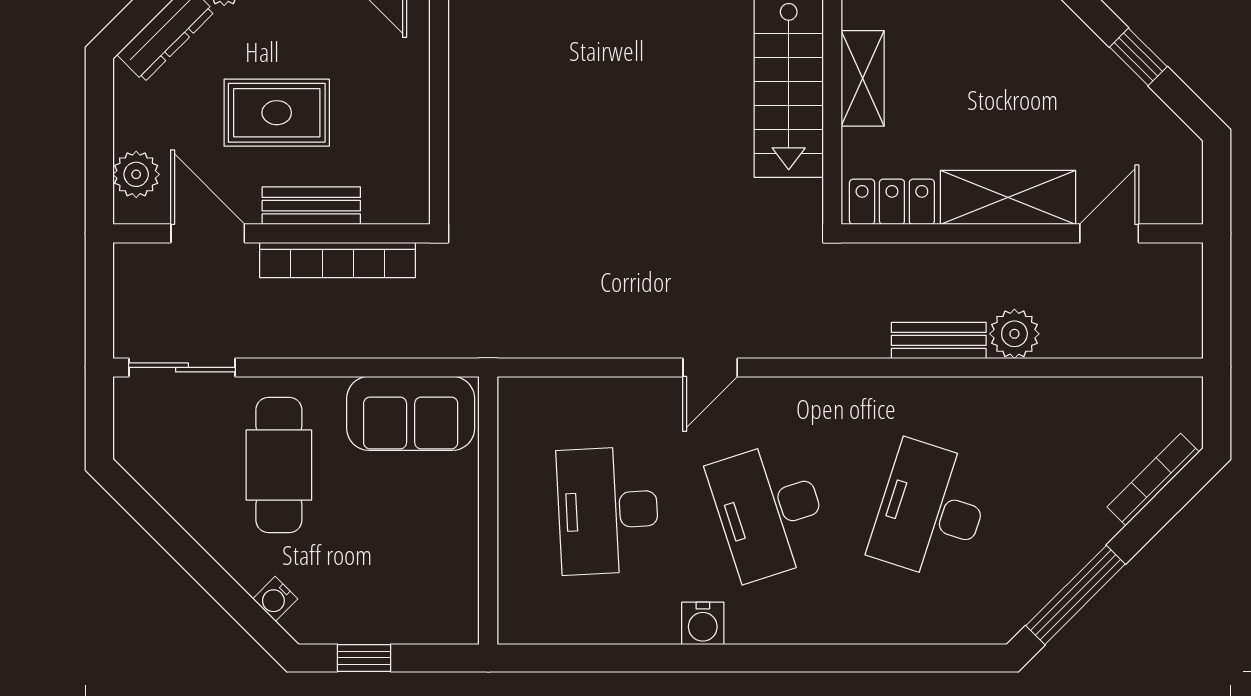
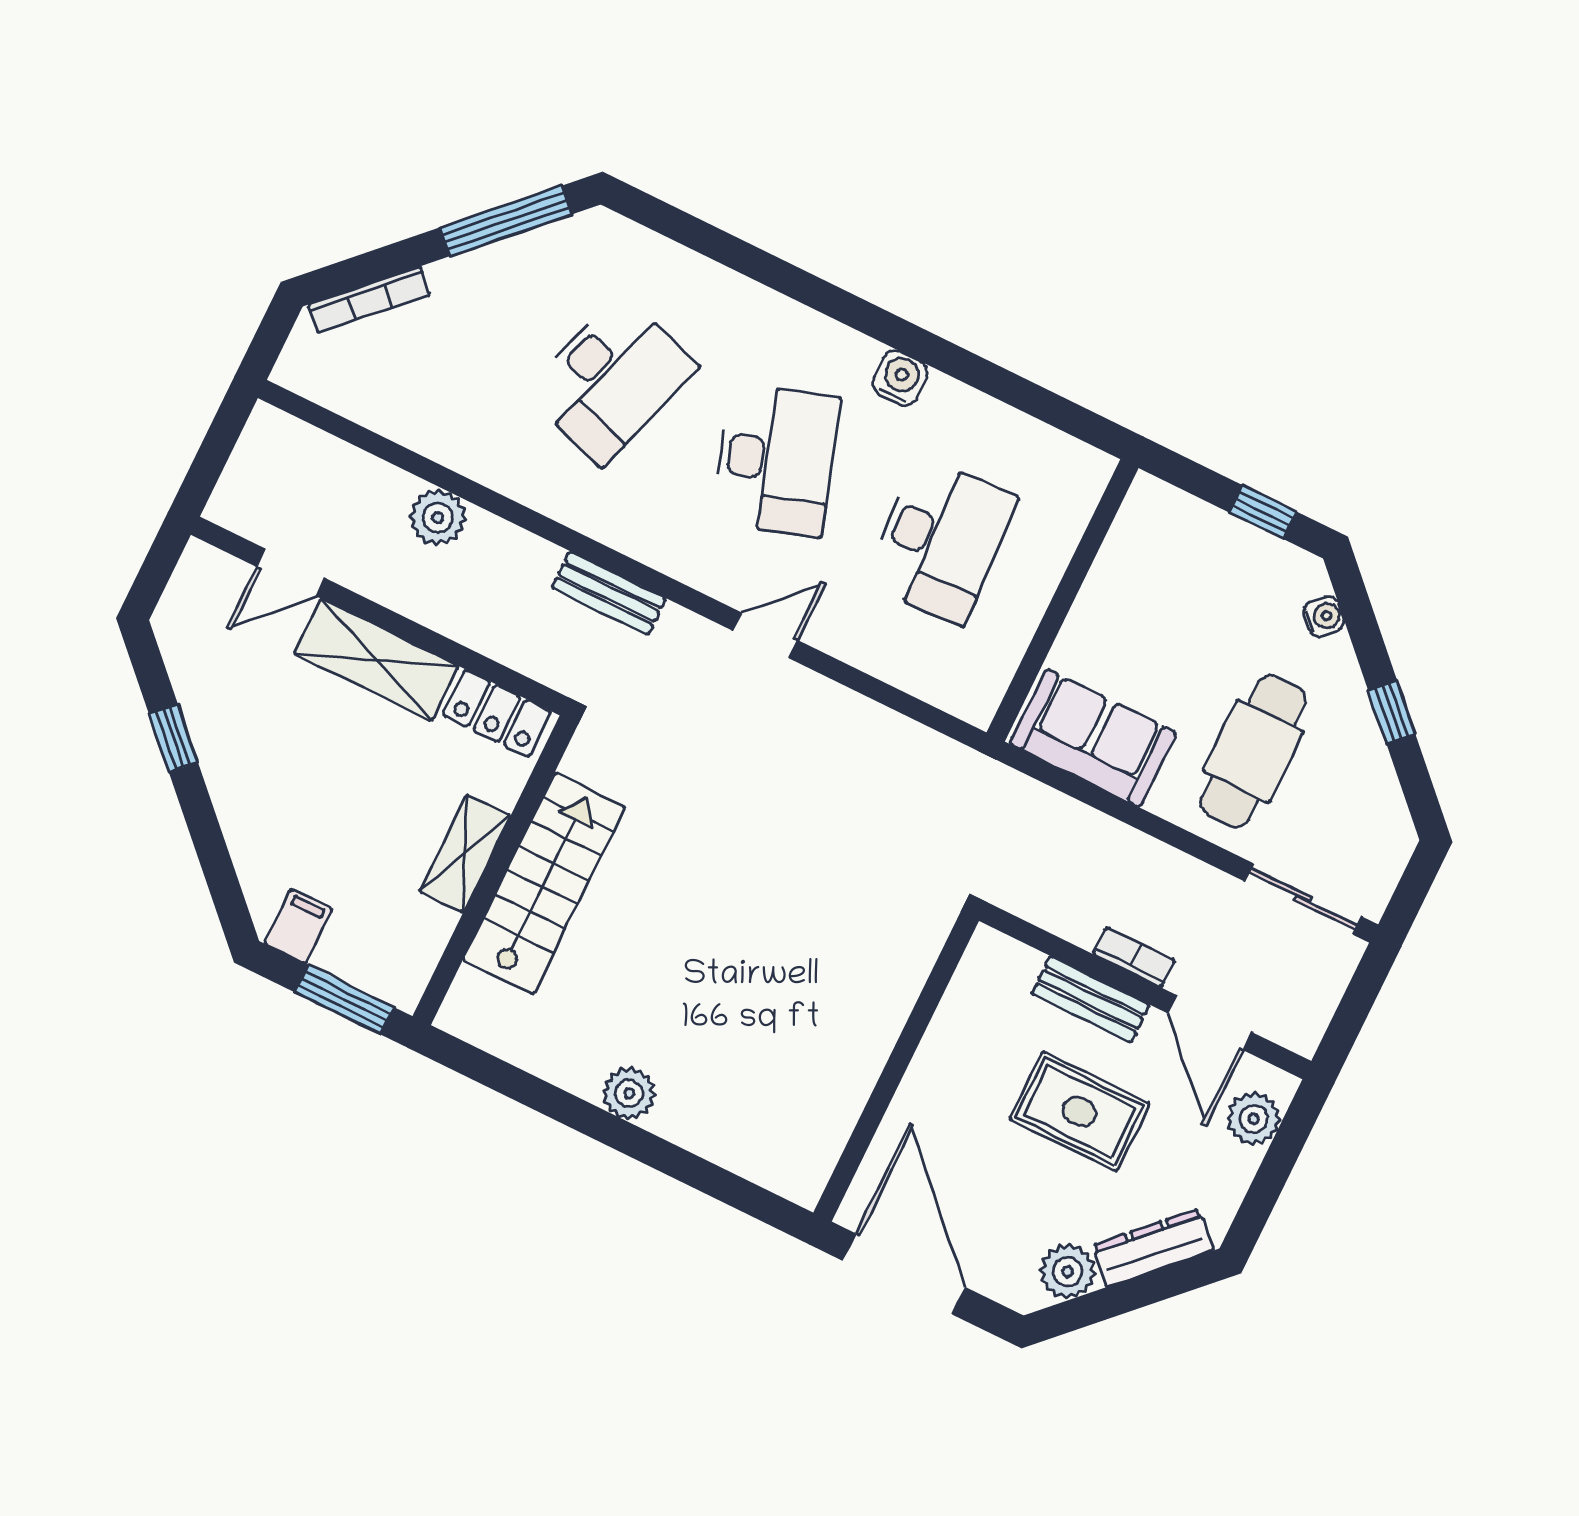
bookcase: (338, 260) -> (1134, 957), width x0.43, depth x0.76
bench: (939, 340) -> (609, 593), moved
window: (184, 550) -> (1392, 712), added

